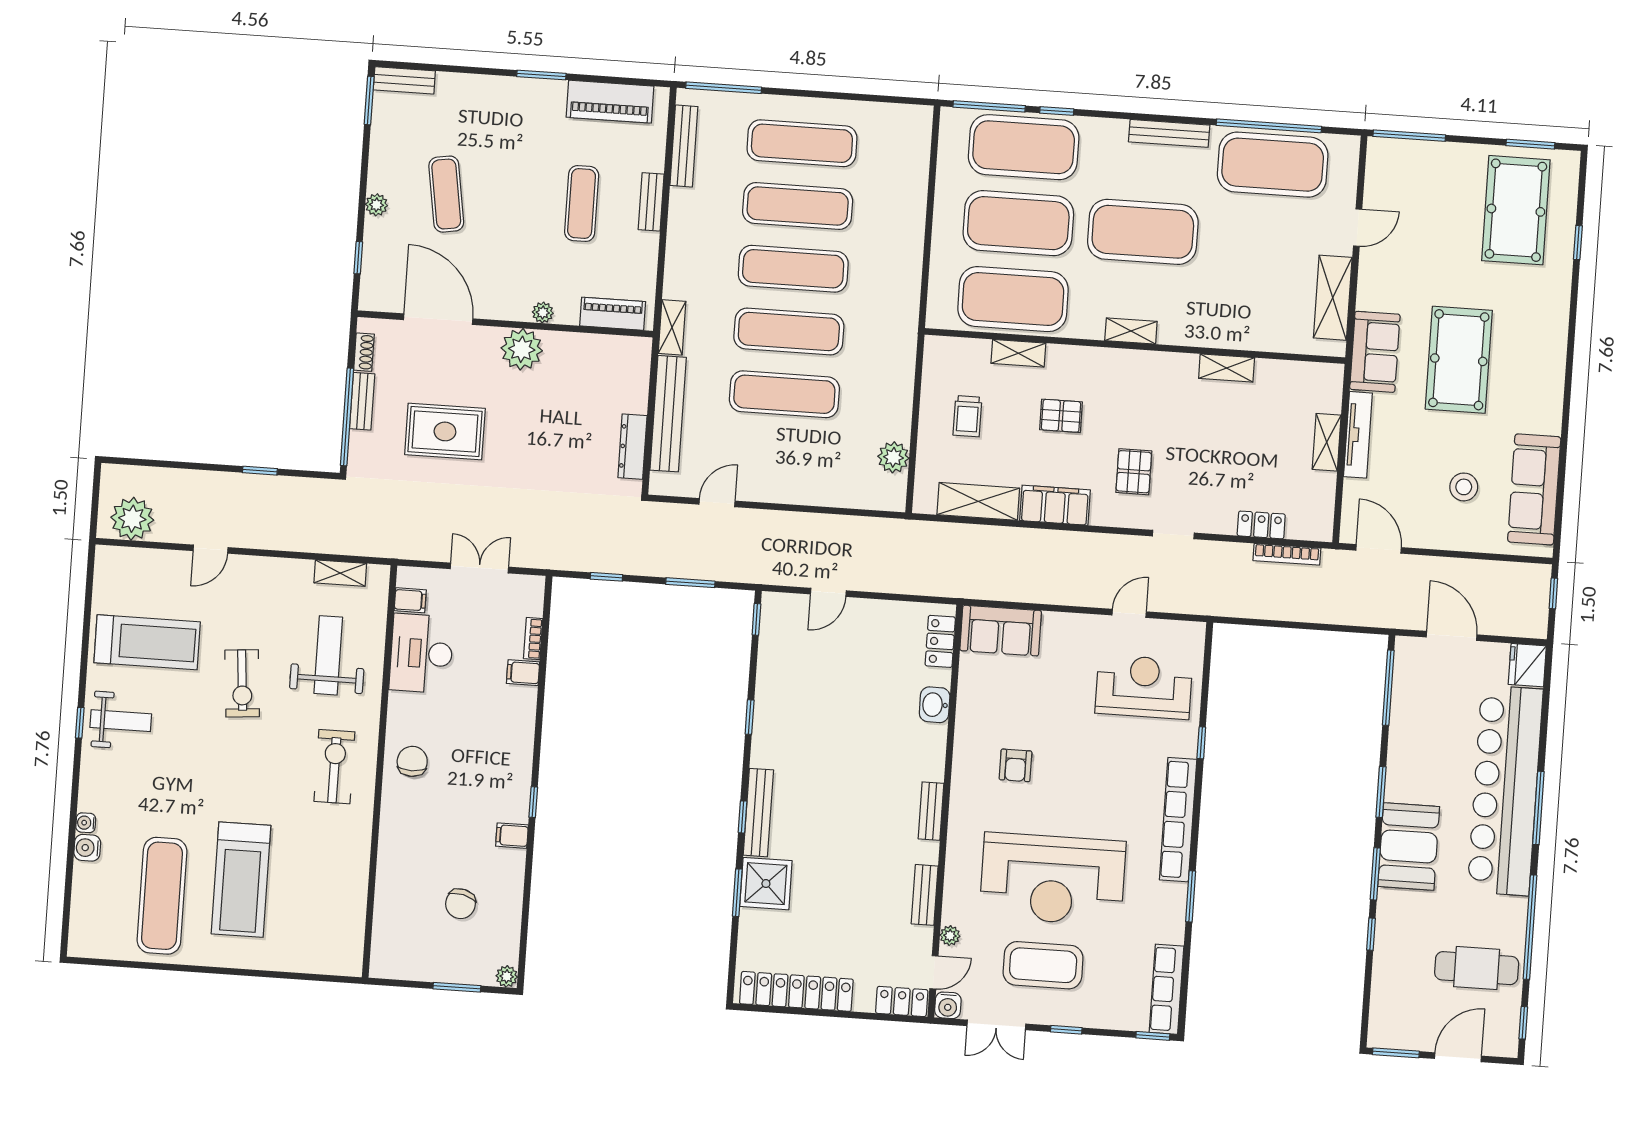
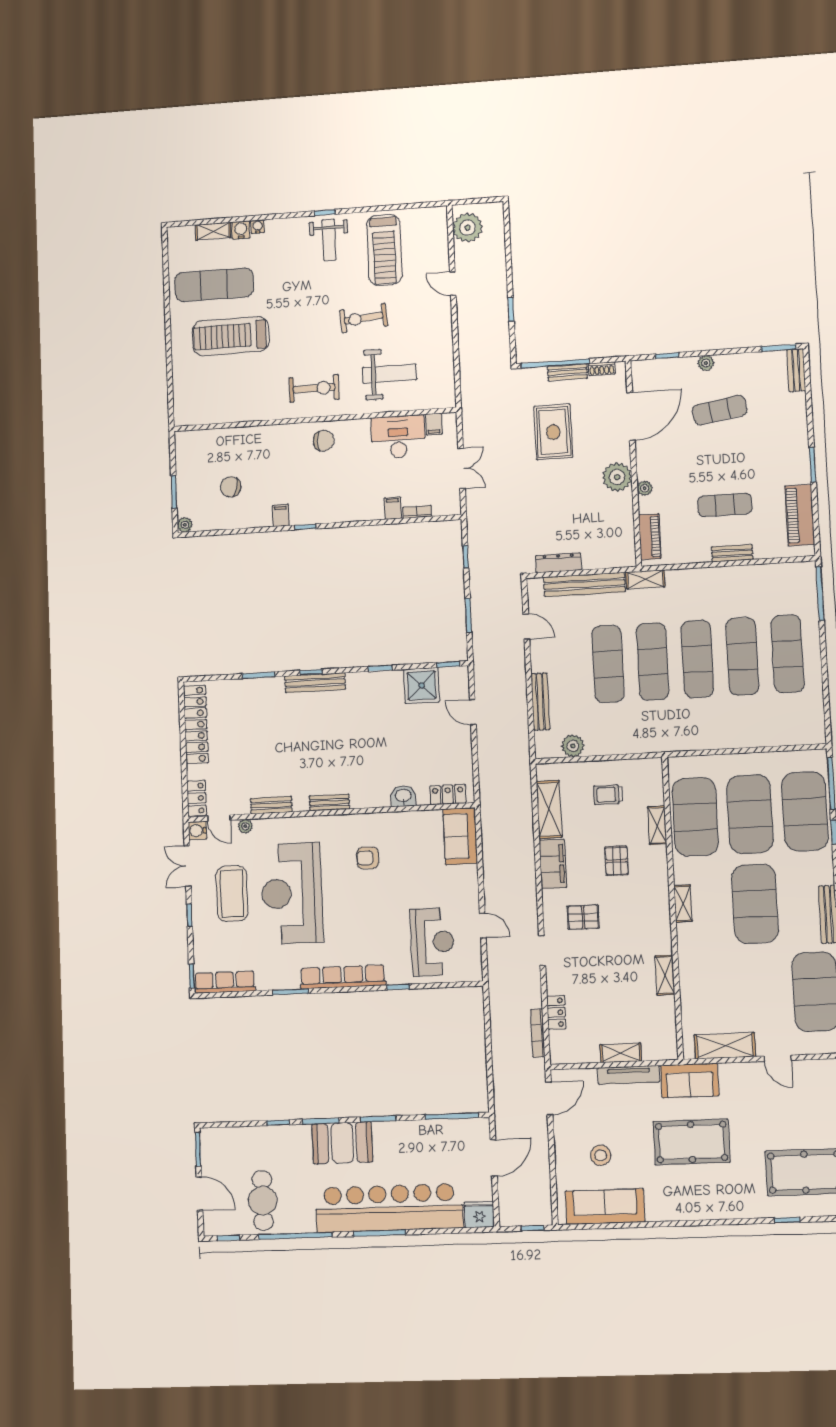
bench: (684, 146) -> (540, 702), moved, turned 90
shelving: (340, 573) -> (213, 231), moved, turned 90
shower: (766, 884) -> (422, 685), moved

